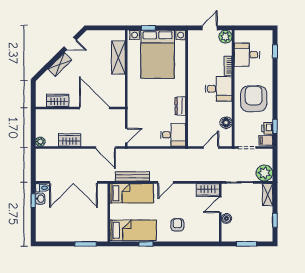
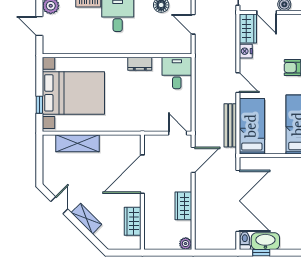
nightstand: (190, 188) -> (246, 51), added
washbasin: (40, 199) -> (265, 241), width x1.91, depth x1.45

